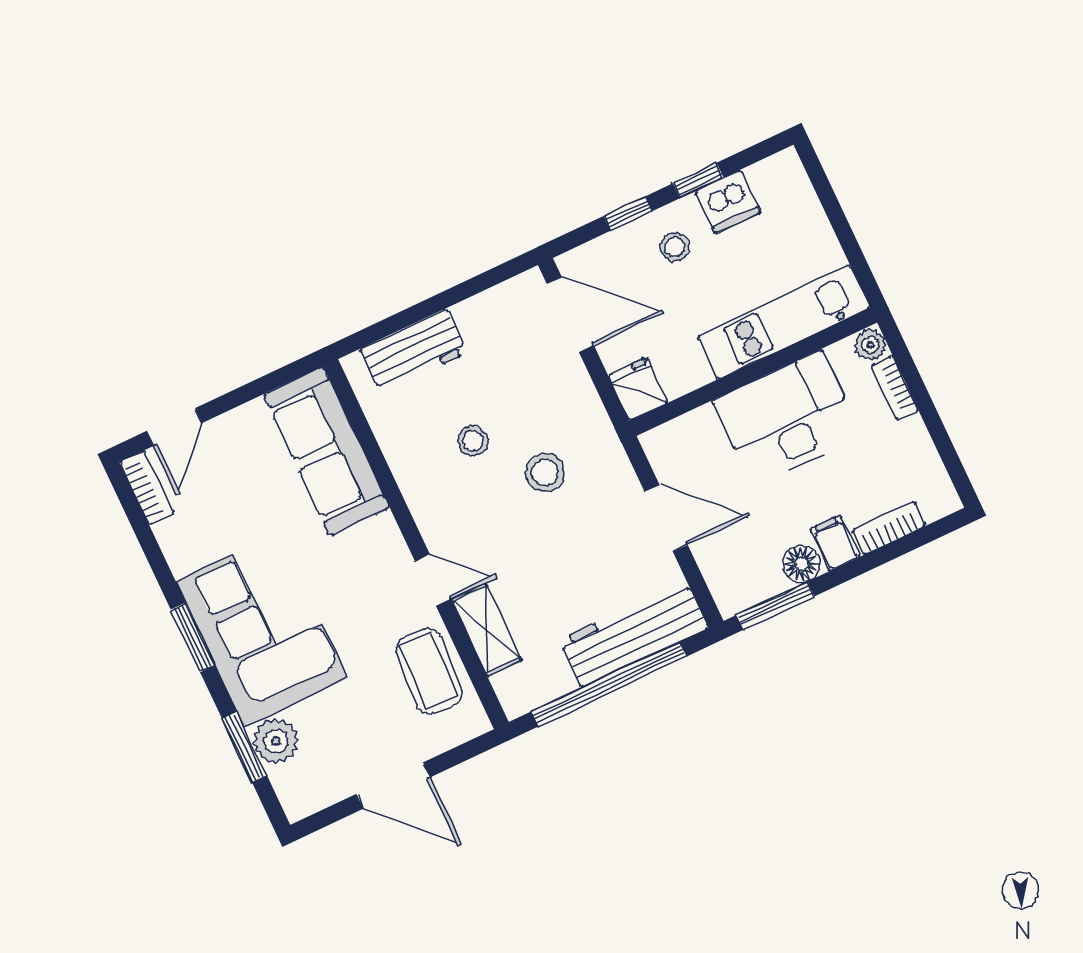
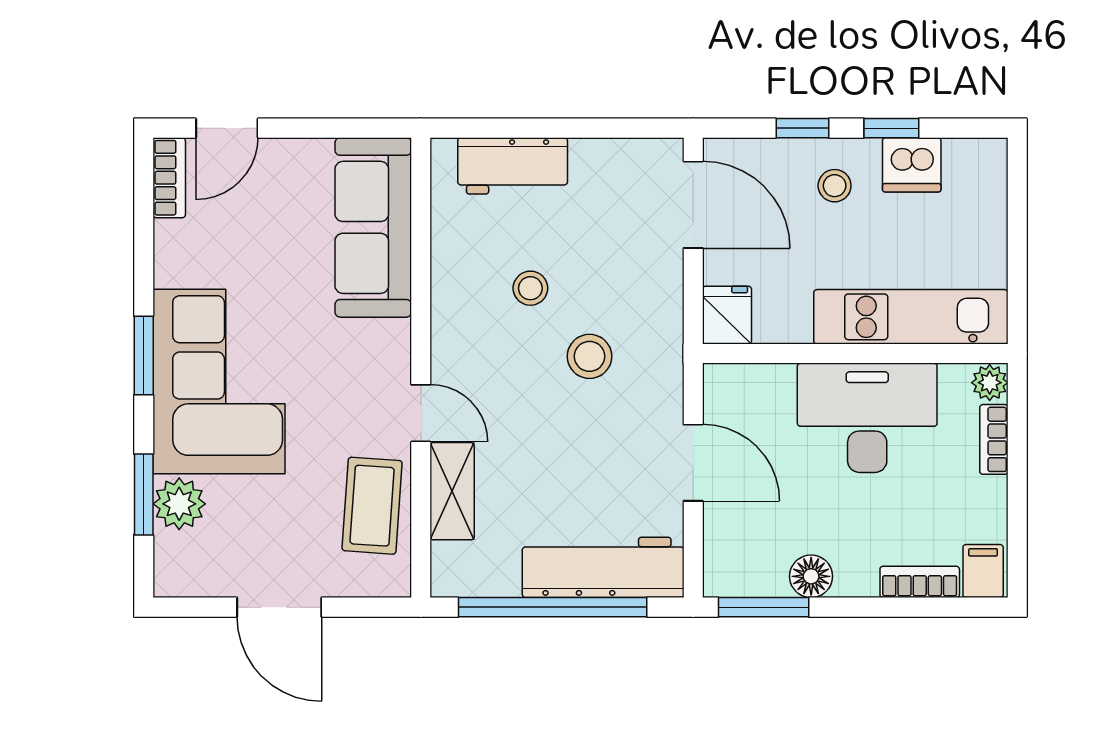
filing cabinet: (835, 543) -> (983, 571), moved

